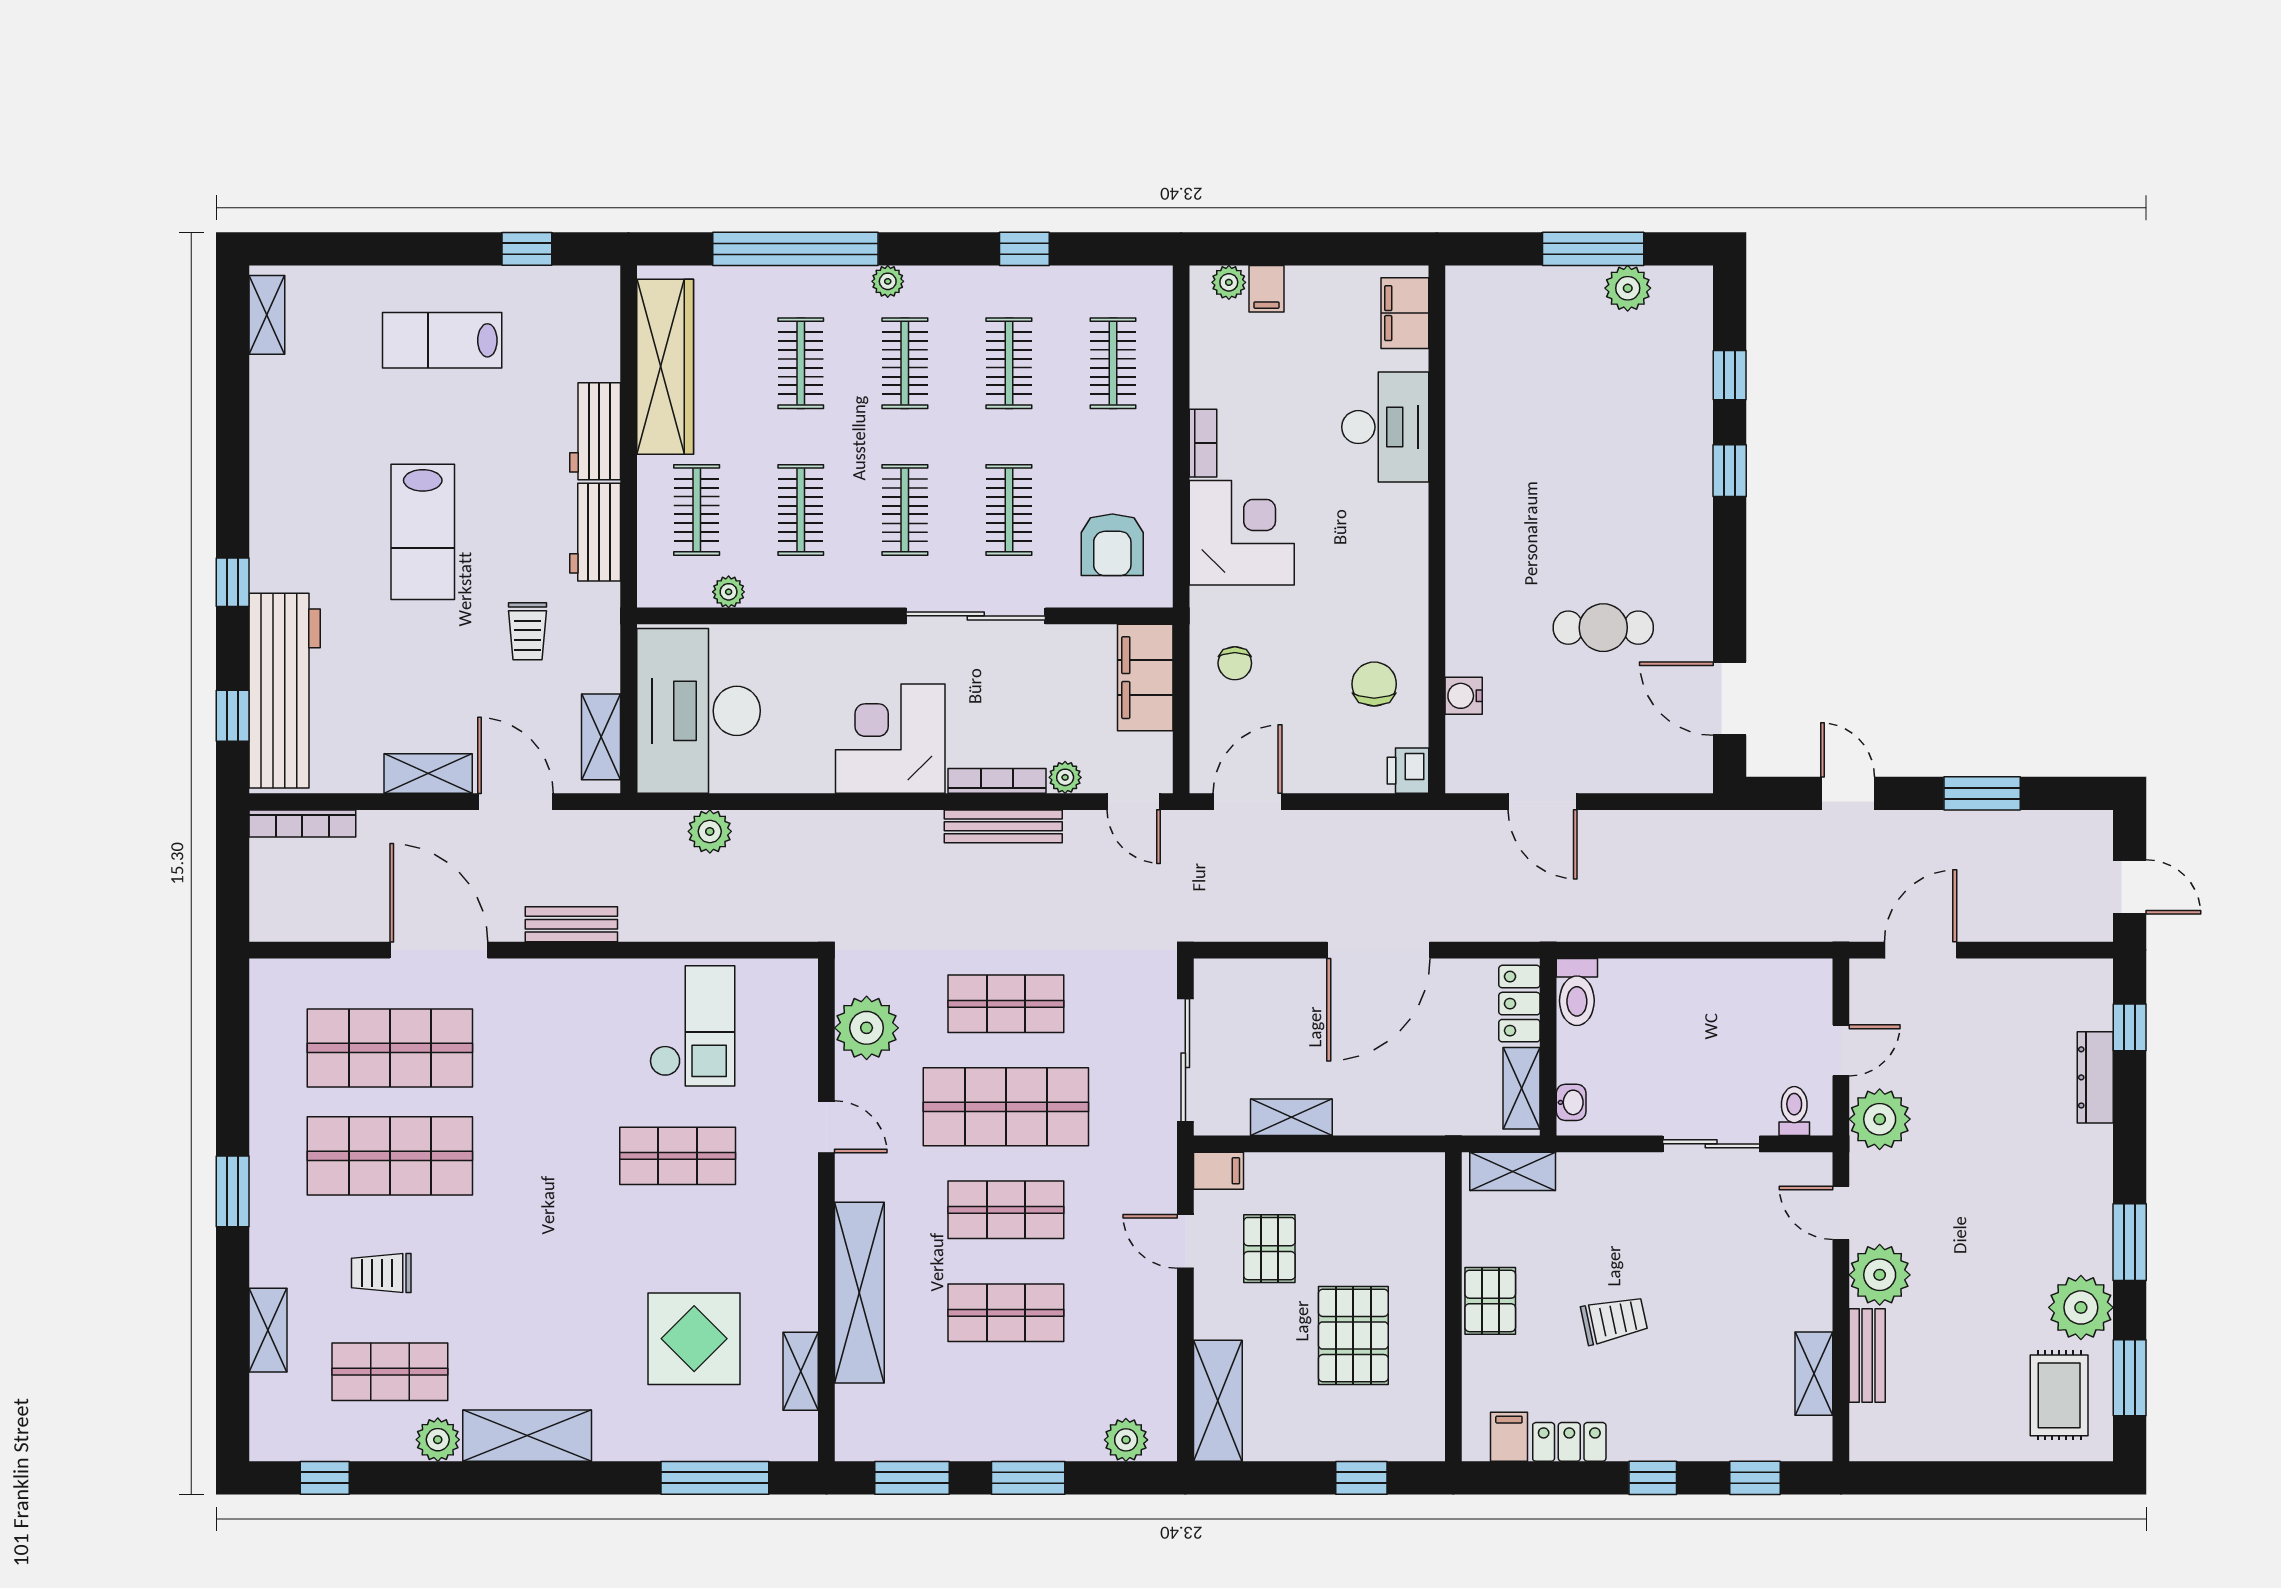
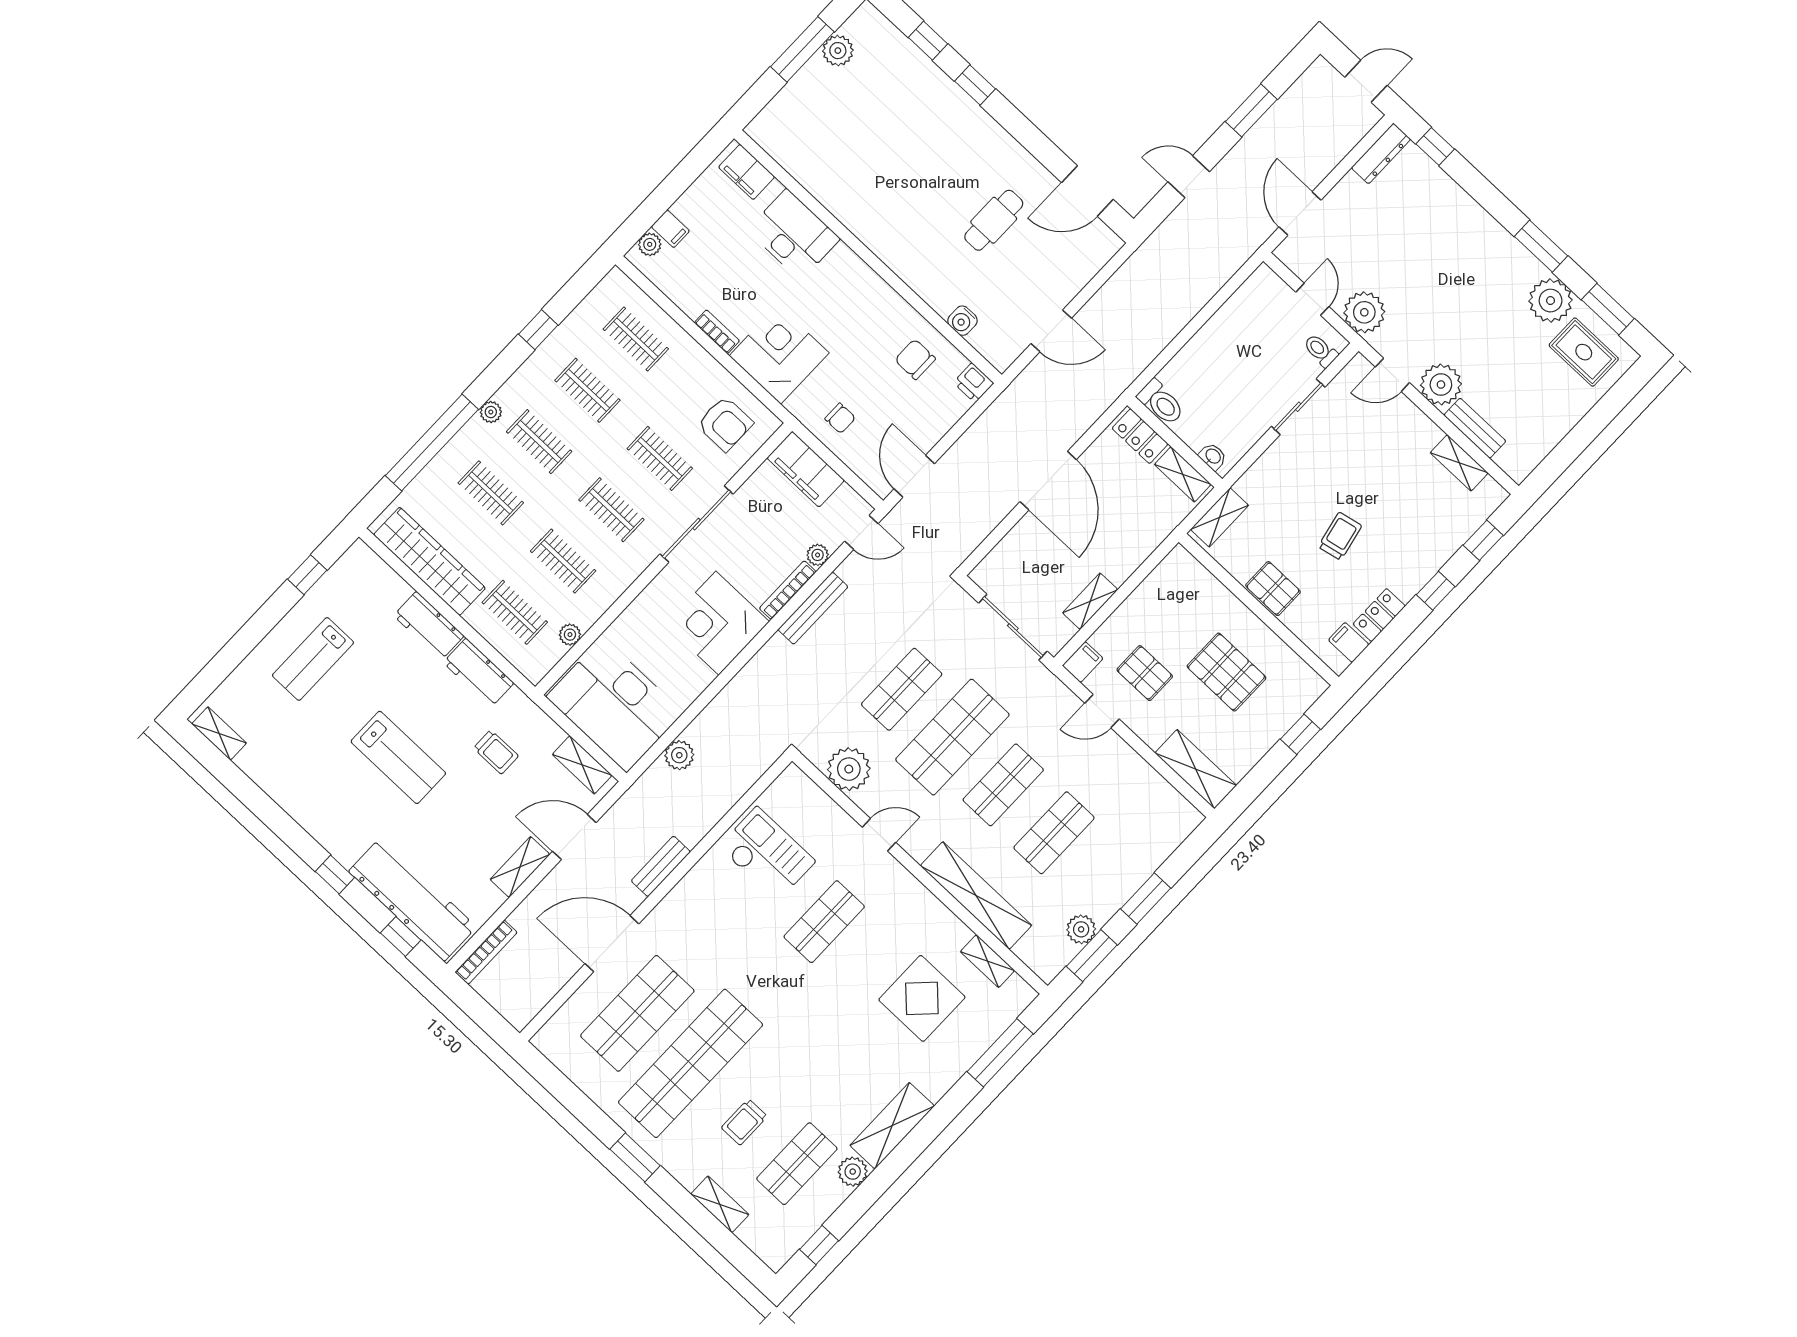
dresser: (2095, 1077) -> (1381, 153), moved, turned -90
shop shelf: (390, 1156) -> (691, 1063), width x1.40
plant: (1126, 1440) -> (1081, 929), moved

